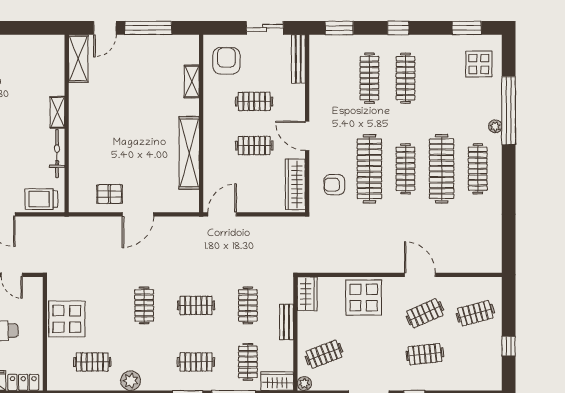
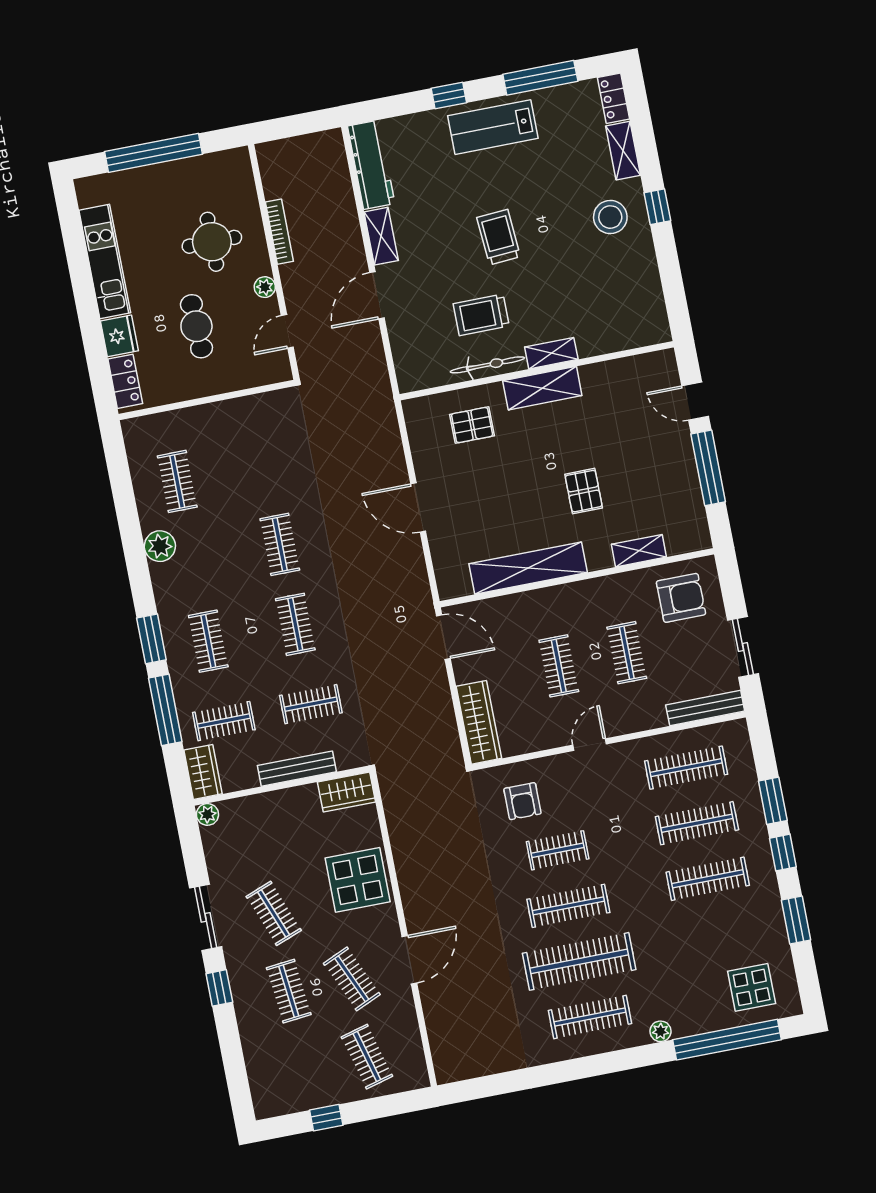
window: (339, 28) -> (773, 801), moved
window: (467, 28) -> (796, 920), moved
shelving: (78, 59) -> (542, 388), moved
clothes rail: (333, 78) -> (686, 768), added
pallet: (148, 109) -> (584, 491), added
window: (509, 111) -> (727, 1040), moved
door: (307, 136) -> (590, 745), width x0.73
clothes rail: (369, 169) -> (558, 850), width x0.54, depth x0.76
wardrobe: (295, 184) -> (479, 722), moved, turned 90
armchair: (334, 185) -> (522, 801), turned 180
pallet: (109, 194) -> (472, 425), moved, turned 90
trolley: (41, 199) -> (481, 315), moved, turned -90
clothes rail: (144, 305) -> (280, 544), turned 90
display table: (67, 319) -> (236, 429), removed
bench: (287, 322) -> (297, 769), width x1.36
clothes rail: (324, 354) -> (274, 913), moved

